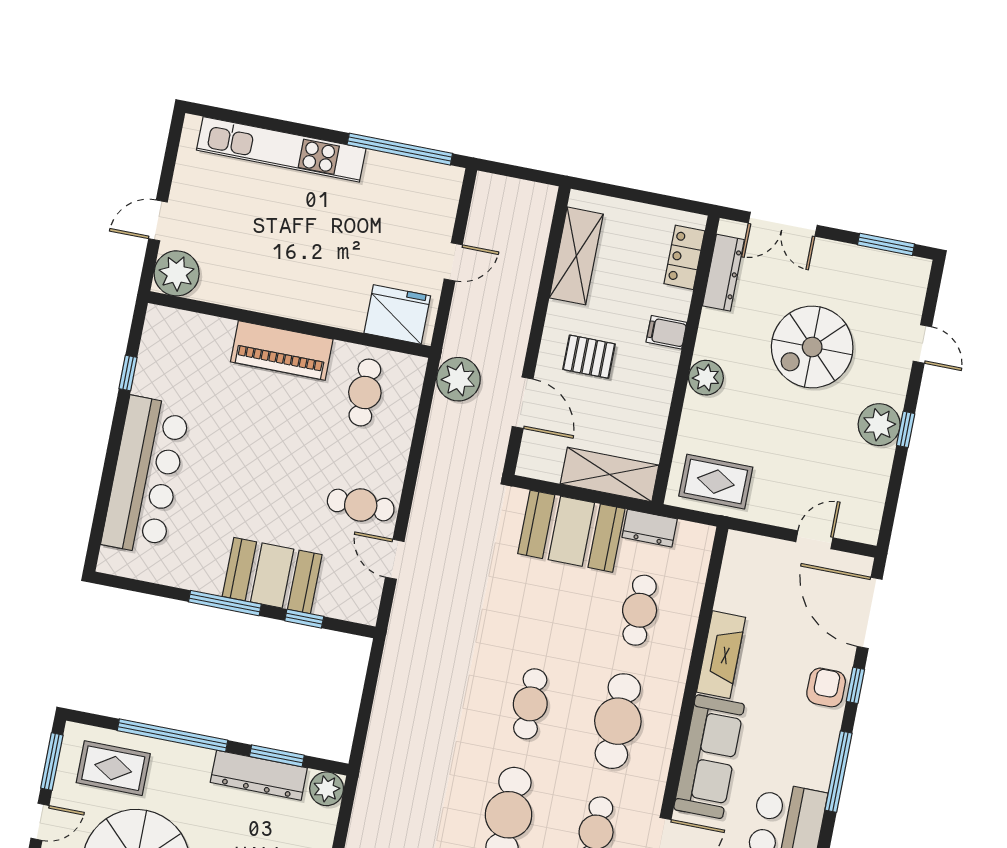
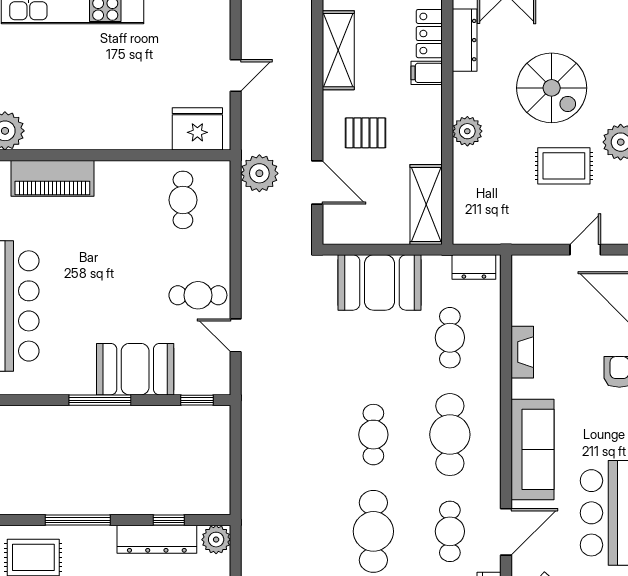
filing cabinet: (666, 332) -> (427, 73), moved
spiral stairs: (812, 347) -> (552, 88), turned -90
piano: (282, 350) -> (52, 178), moved
shelving: (610, 474) -> (426, 204), moved, turned 90
rug: (716, 482) -> (564, 166), moved
dresser: (650, 528) -> (474, 267), moved
window: (304, 619) -> (197, 400), moved
fireplace: (721, 655) -> (522, 352), width x0.73, depth x0.76
window: (173, 735) -> (78, 520), width x0.68
window: (277, 756) -> (169, 520), width x0.67

